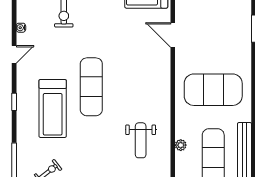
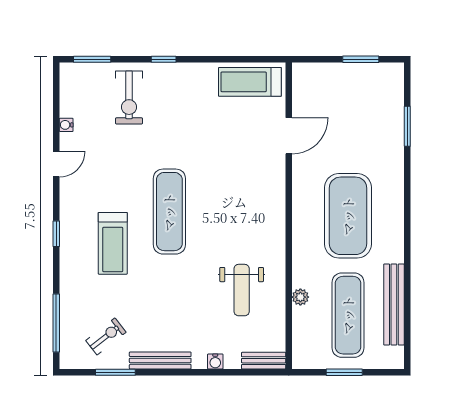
door: (173, 35) -> (289, 136), swing flipped
exercise mat: (213, 90) -> (348, 216), turned 90
treadmill: (53, 108) -> (113, 243), width x0.73, depth x0.73

